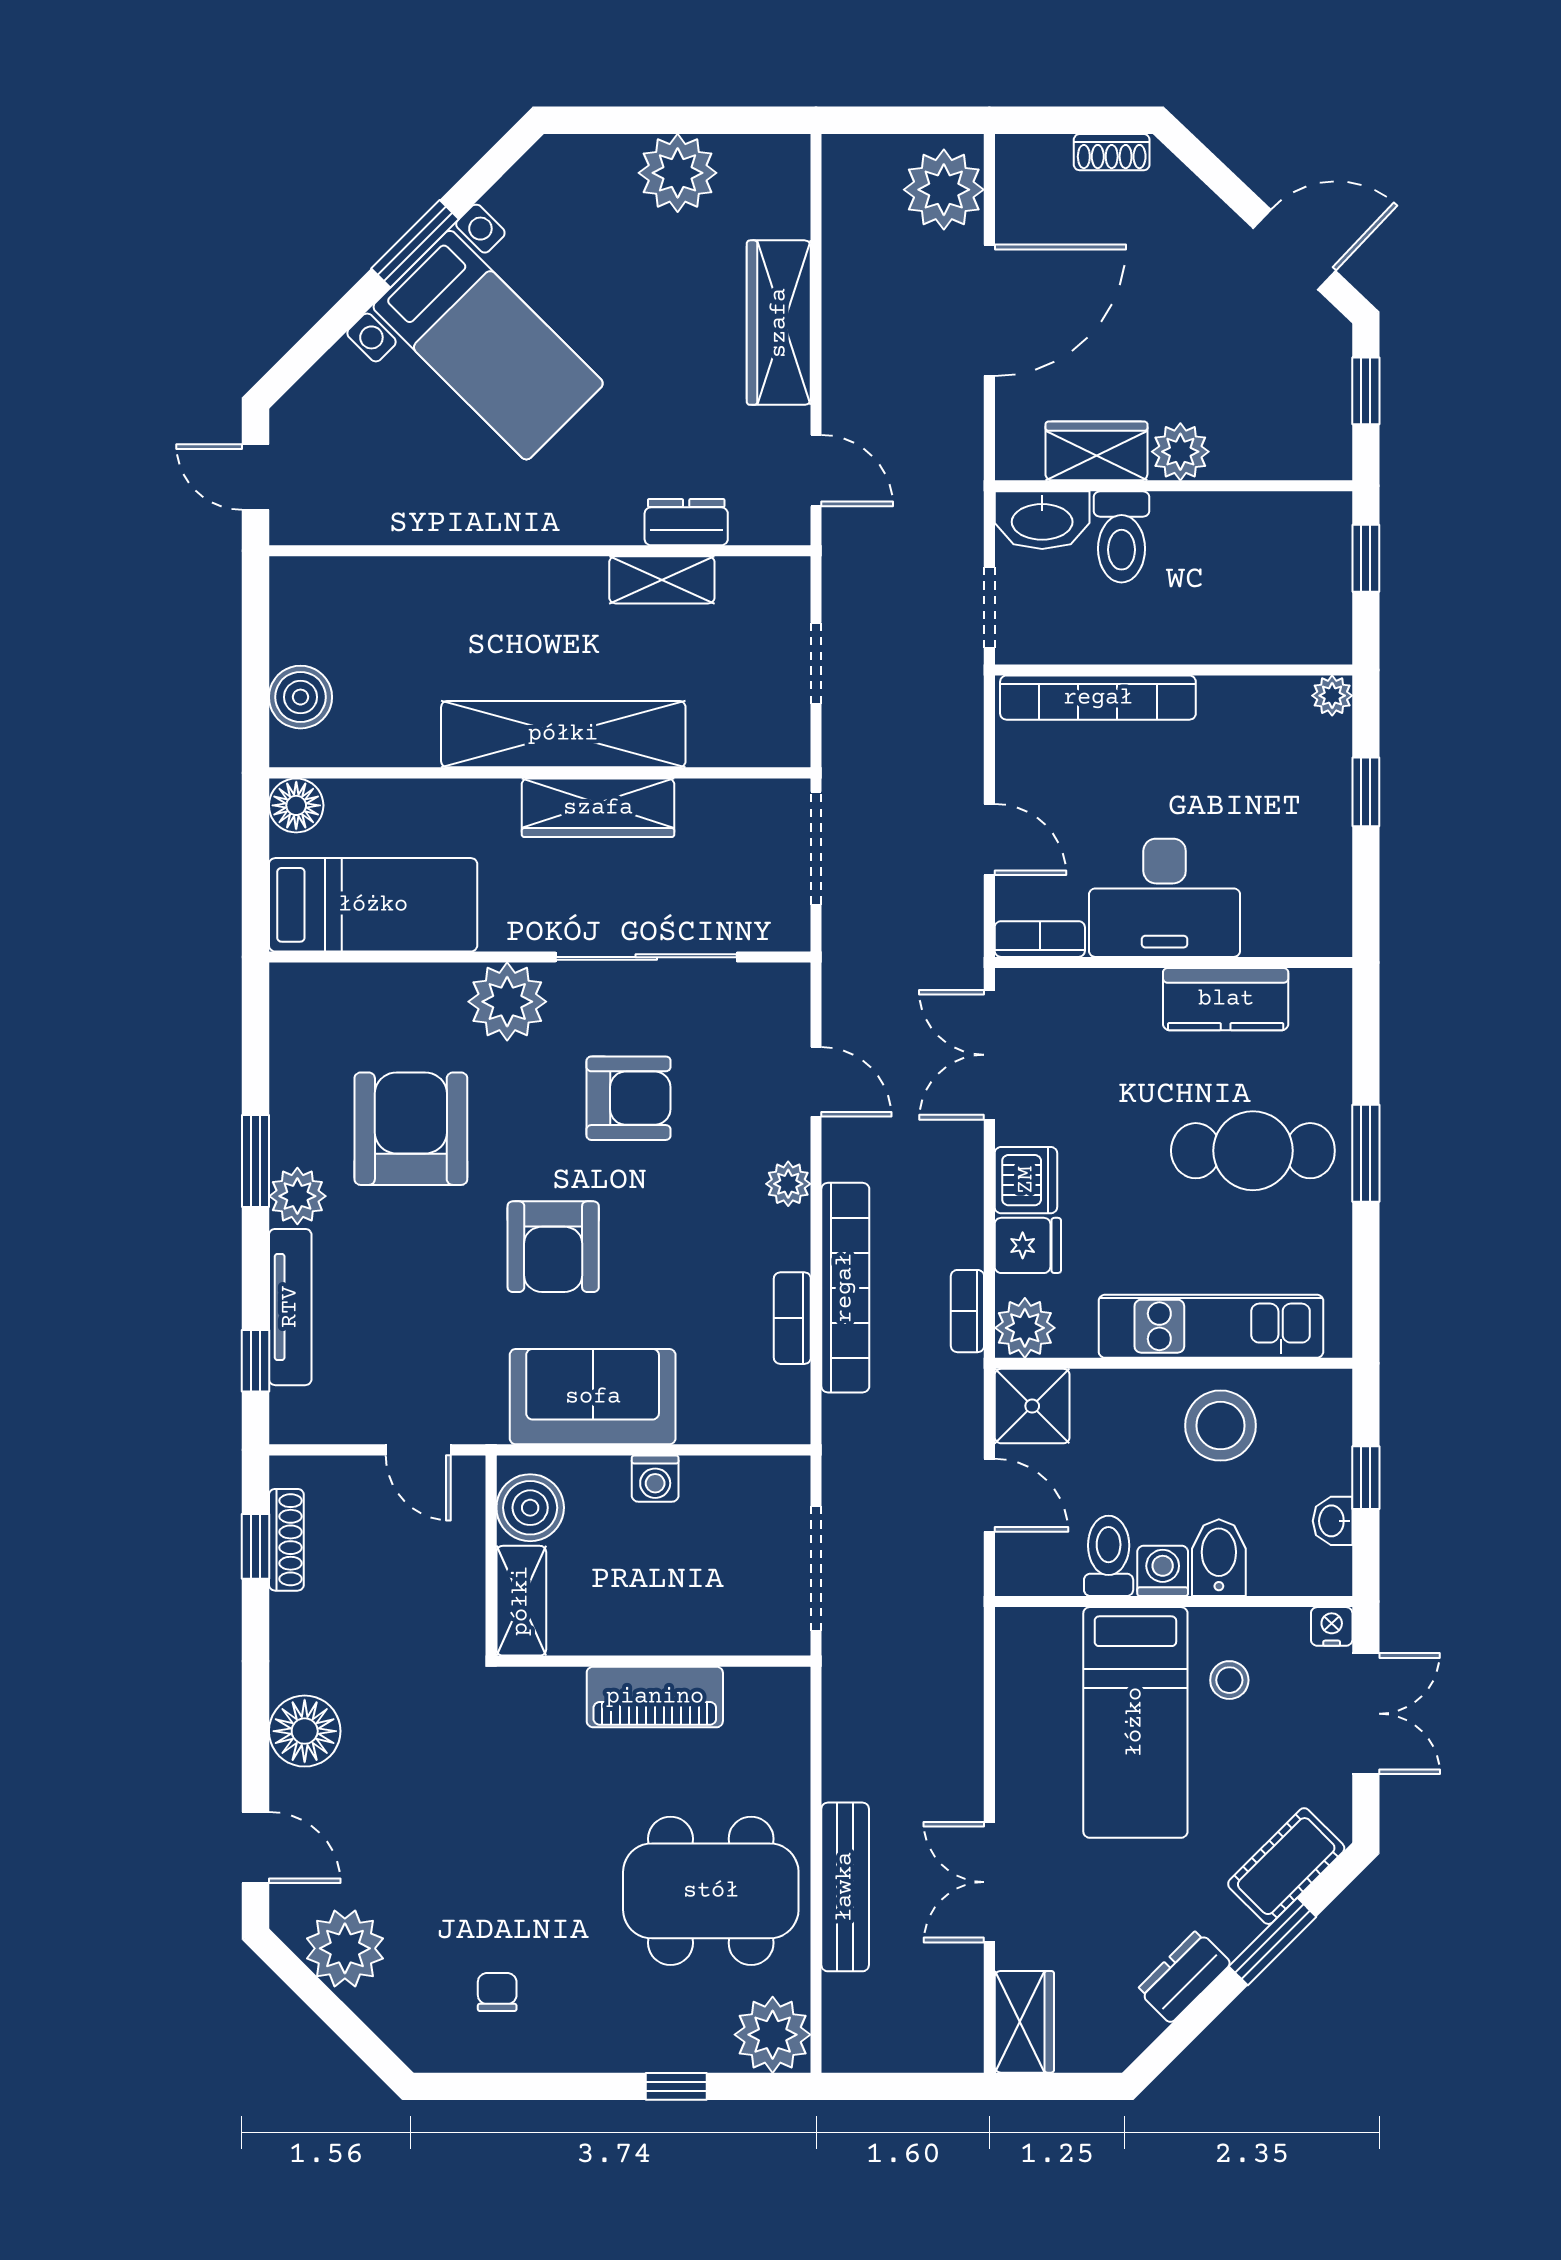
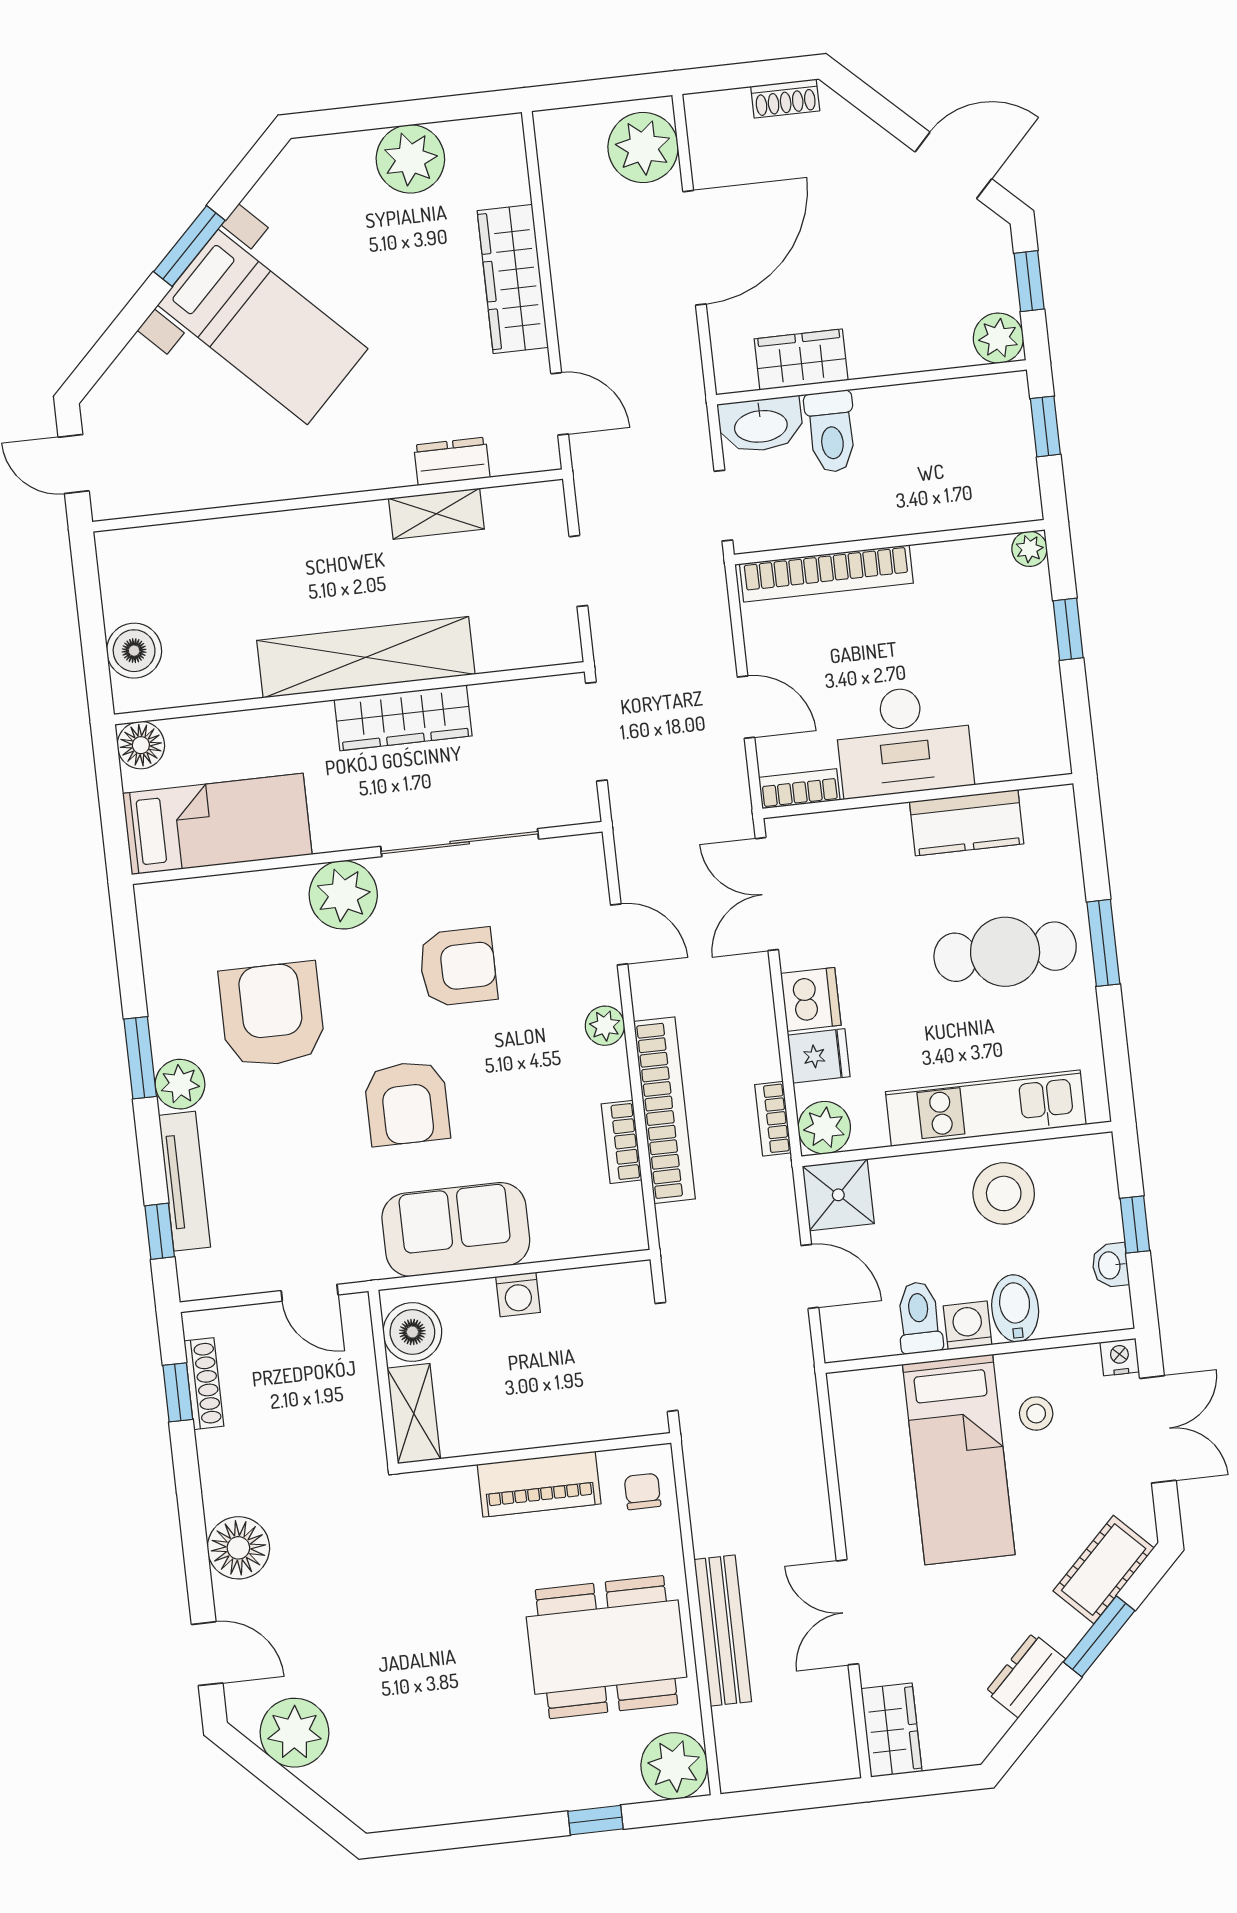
plant: (1180, 452) -> (998, 338), moved
chair: (497, 1992) -> (643, 1491), moved

